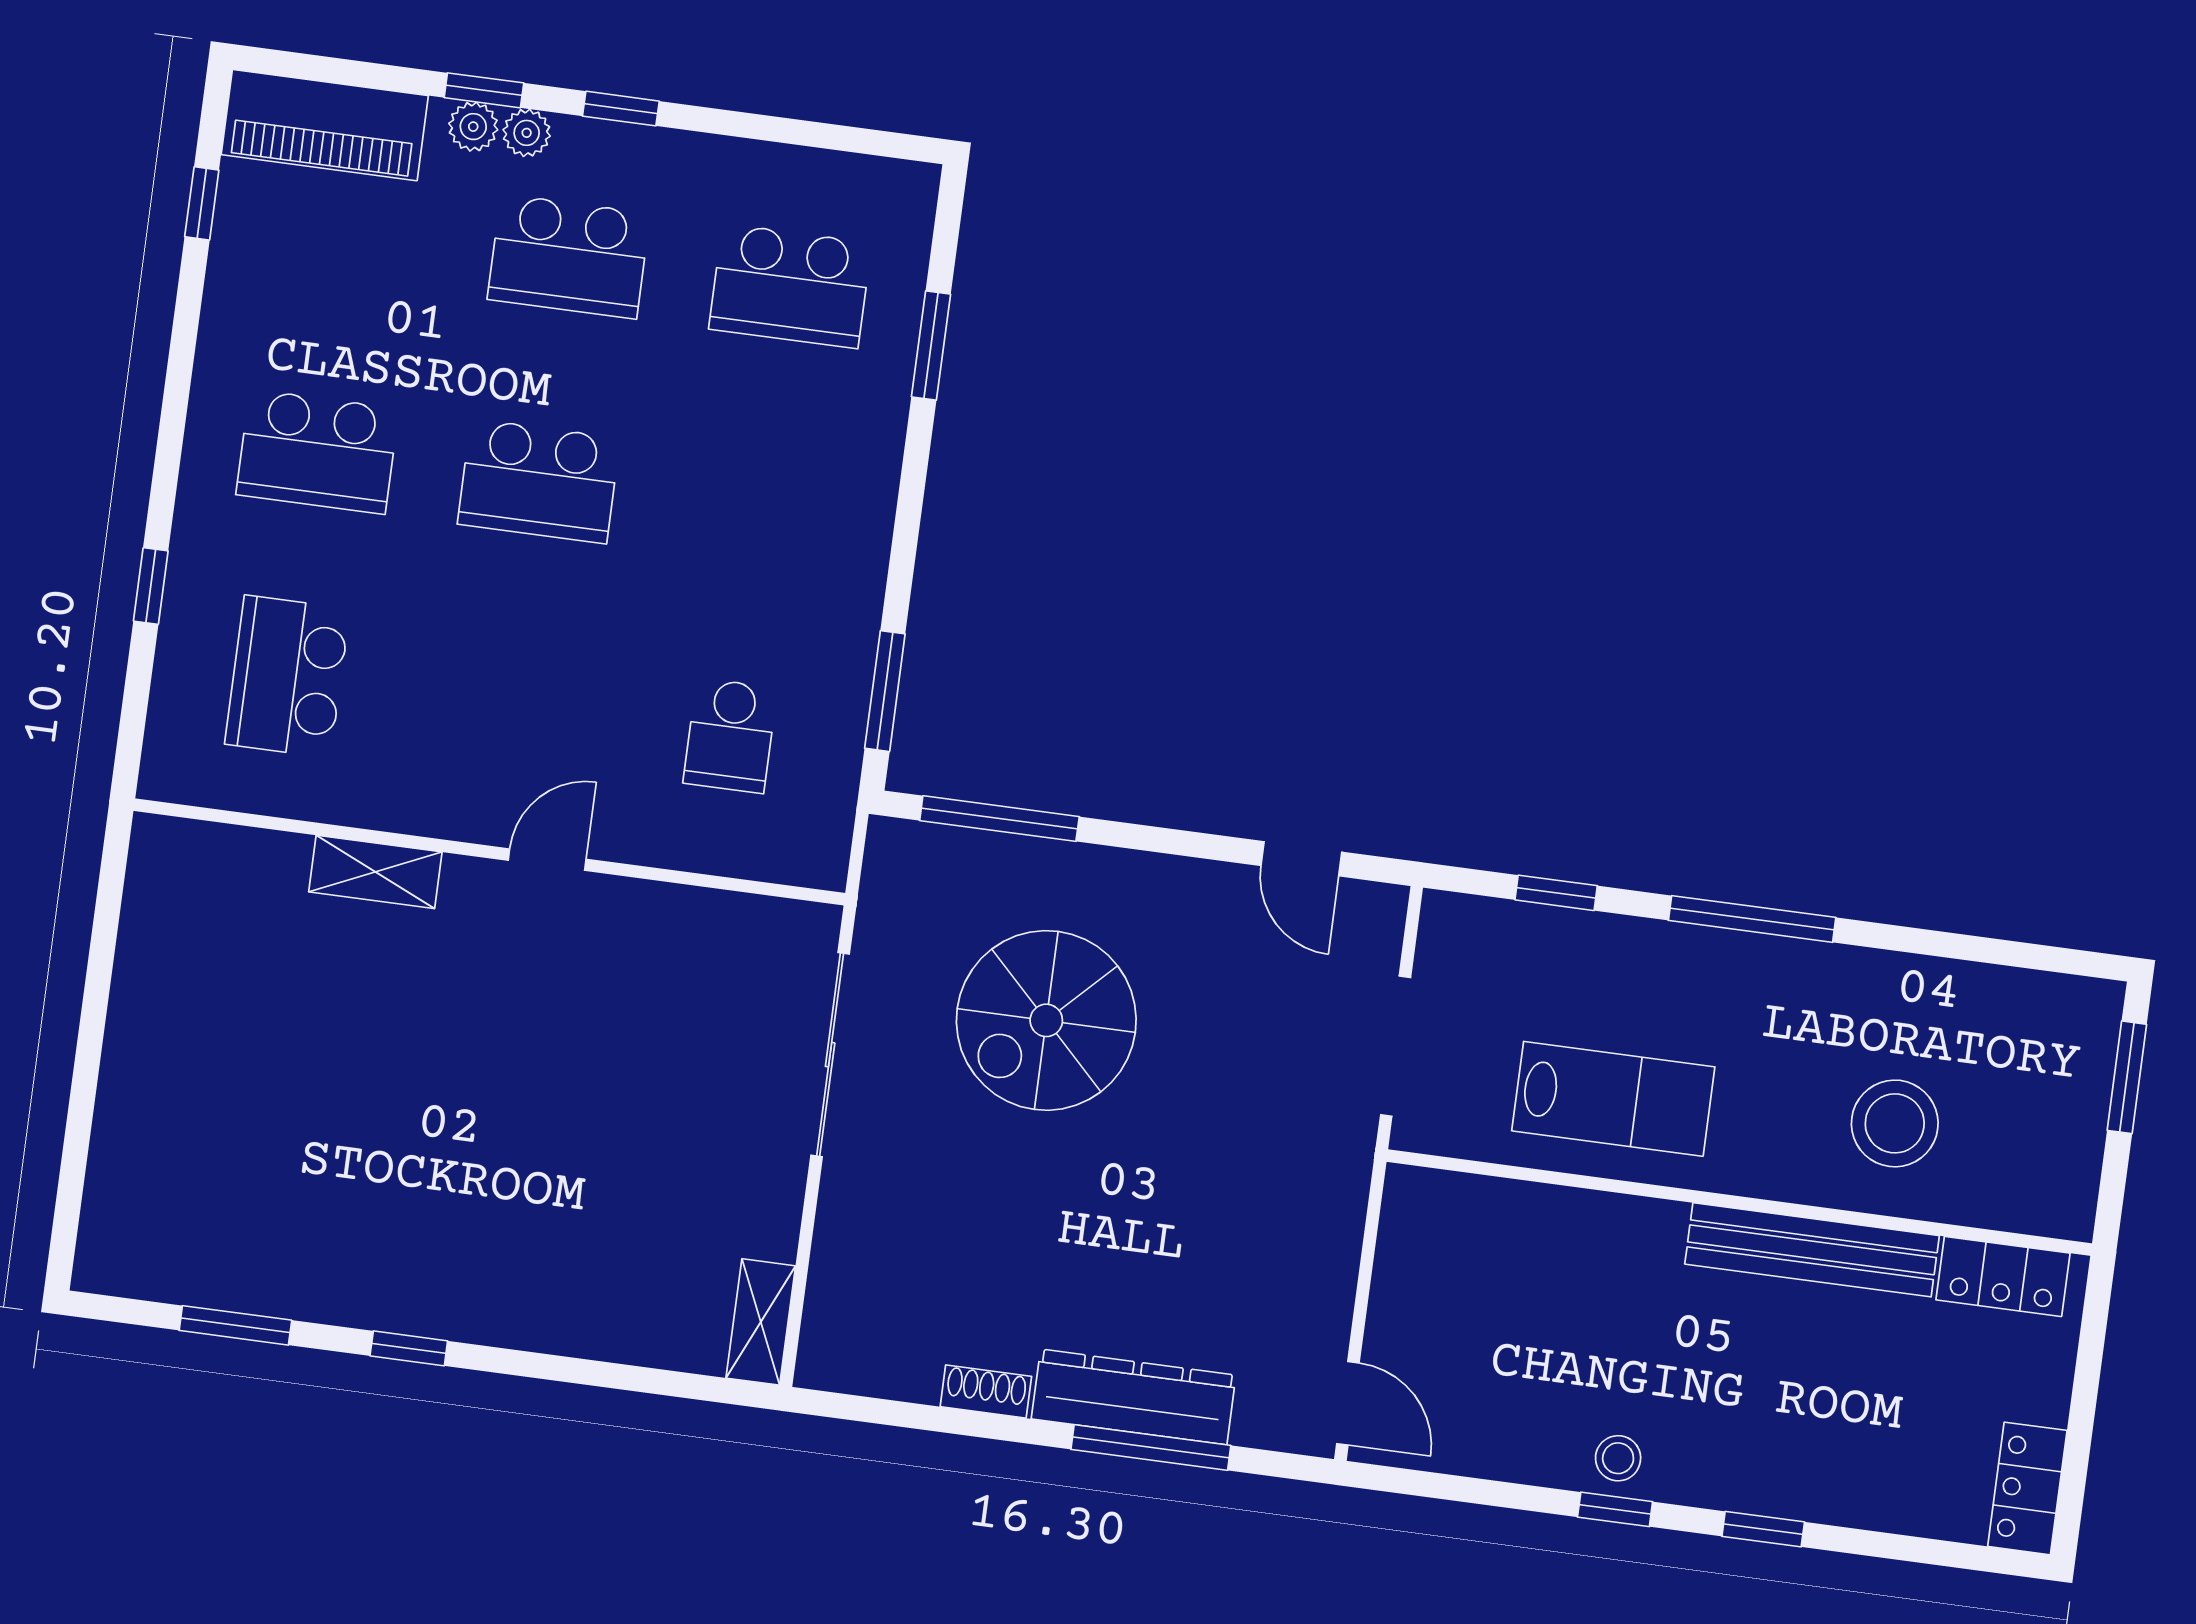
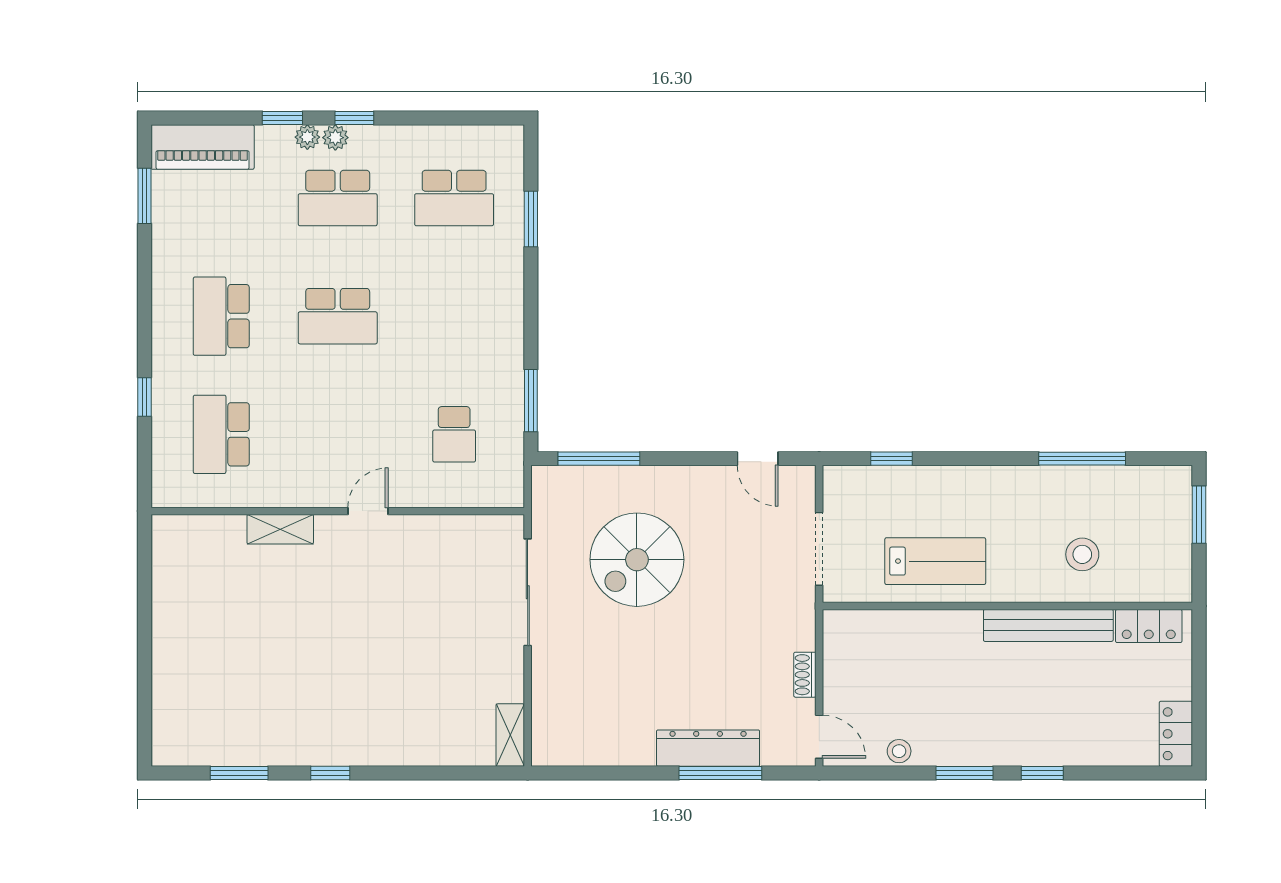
plant: (473, 127) -> (335, 138), moved
window: (202, 203) -> (144, 196), width x1.50
school desk: (317, 452) -> (221, 316), turned 90
window: (1752, 919) -> (1082, 459), moved
stool: (1895, 1123) -> (1082, 554), width x0.73, depth x0.73
shoe rack: (986, 1391) -> (805, 675), moved, turned -90
stool: (1618, 1458) -> (899, 751), moved
window: (1615, 1509) -> (964, 773), width x1.50

